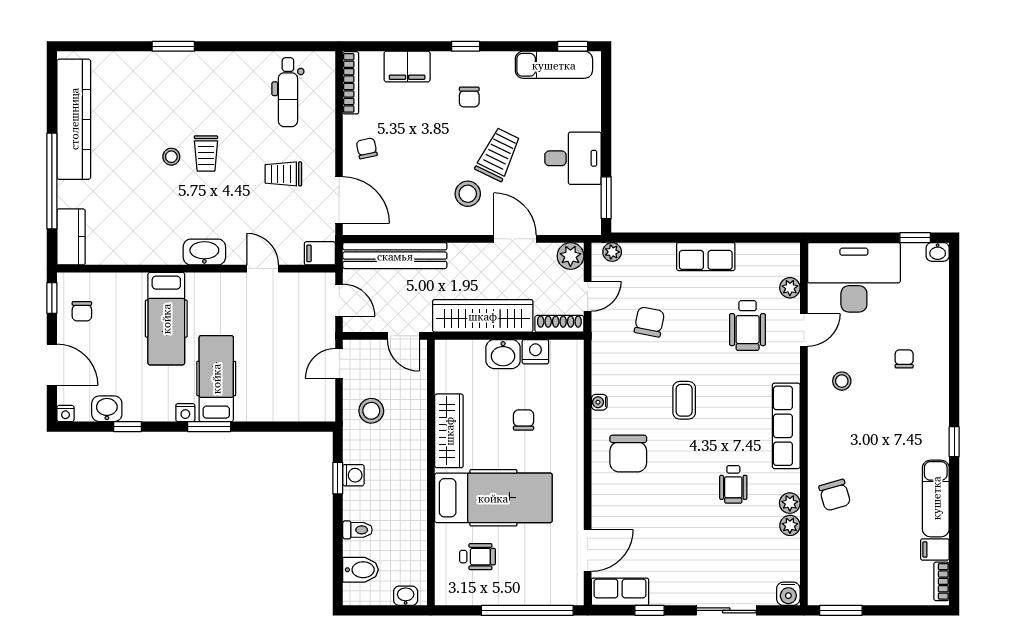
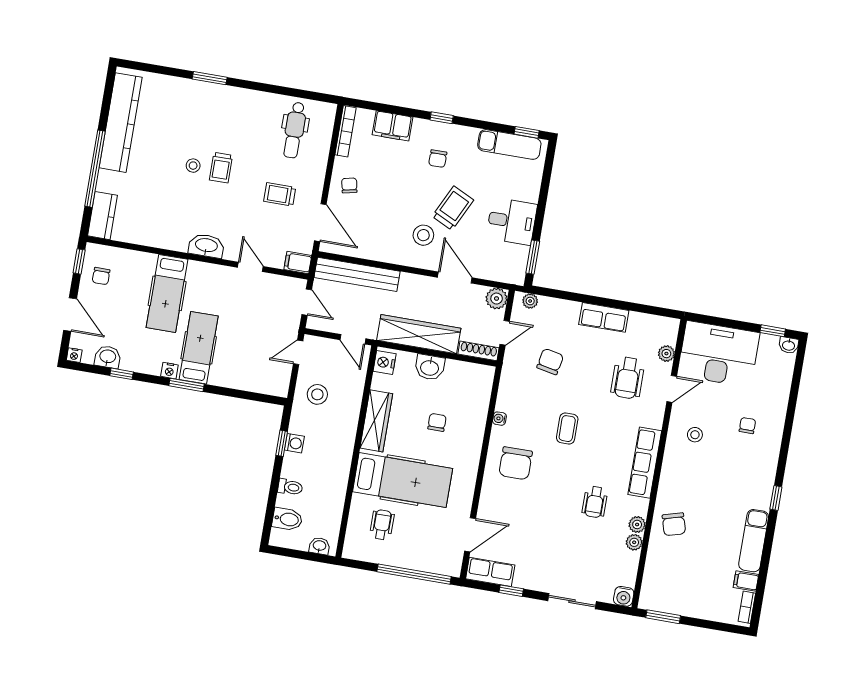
nightstand: (535, 352) -> (385, 362), moved, turned -90
wheelchair: (478, 557) -> (382, 525), turned -90

